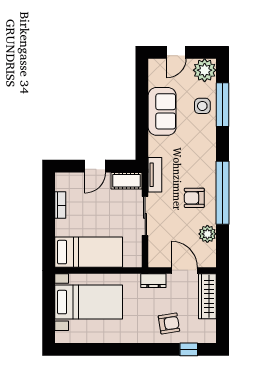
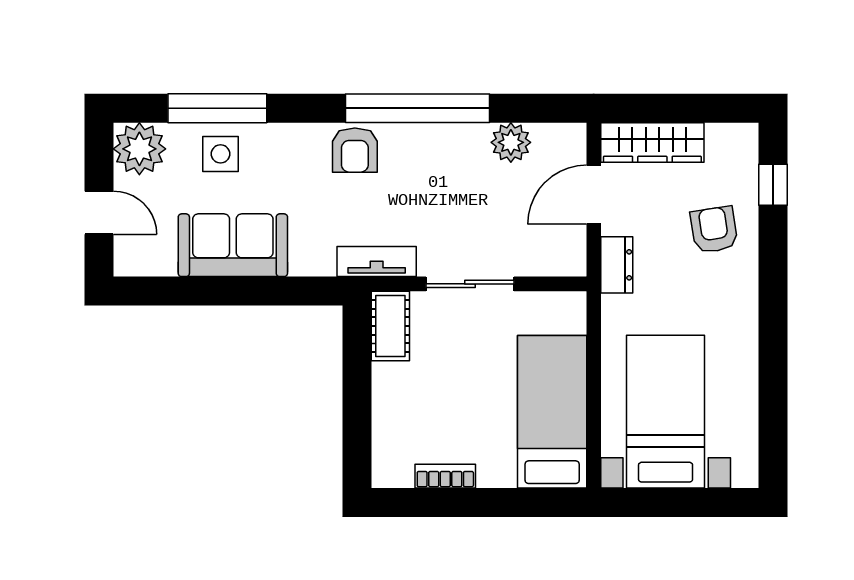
door: (95, 166) -> (357, 398), removed
armchair: (194, 198) -> (355, 150), moved

